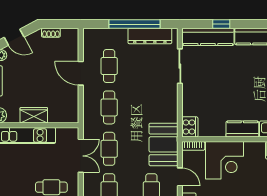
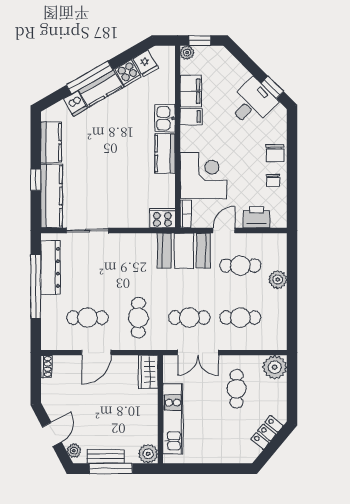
shoe rack: (51, 33) -> (46, 367), moved
cafe table: (109, 107) -> (138, 318), turned 90
wardrobe: (34, 115) -> (148, 372), moved
double door: (81, 156) -> (198, 353), swing flipped

